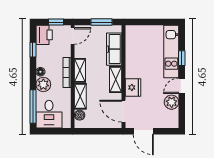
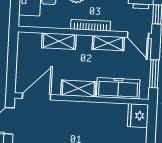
shelving: (80, 70) -> (108, 43), moved
fridge: (133, 87) -> (138, 116), moved, turned 90
boiler: (80, 115) -> (34, 39), removed

